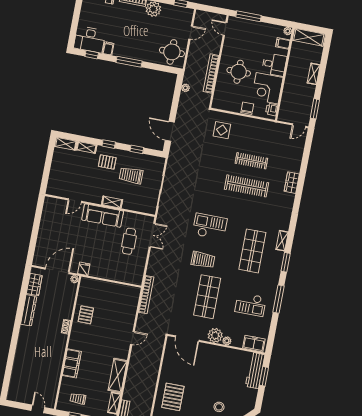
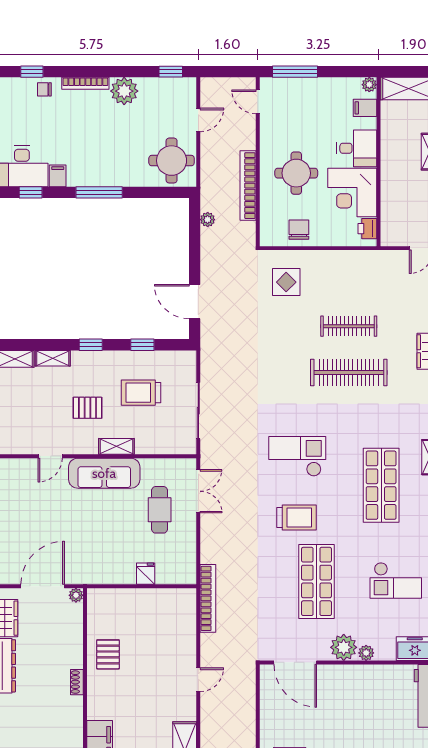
chair: (247, 108) -> (299, 230), moved
pallet: (107, 162) -> (87, 408), moved
fridge: (84, 269) -> (146, 574), moved

